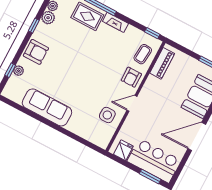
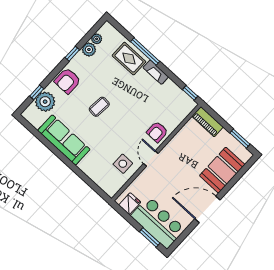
armchair: (36, 52) -> (67, 81), turned 90
coffee table: (143, 54) -> (99, 107), moved
piano: (162, 63) -> (208, 122), moved, turned 90
plant: (19, 71) -> (45, 102), width x1.88, depth x1.88
door: (132, 103) -> (151, 158), hinge flipped

